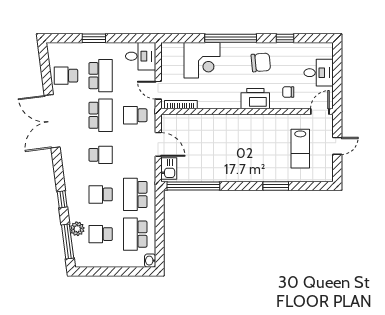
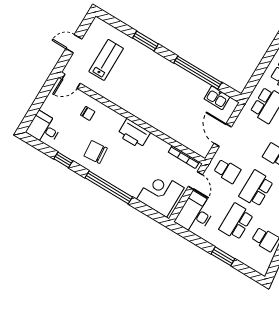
desk: (141, 56) -> (196, 213), width x1.37
corner desk: (202, 60) -> (160, 194), moved
desk: (319, 73) -> (44, 128), moved
printer: (255, 99) -> (134, 134), moved
kitchen sink: (169, 168) -> (217, 98), moved, turned -90
window: (193, 186) -> (198, 73), moved

